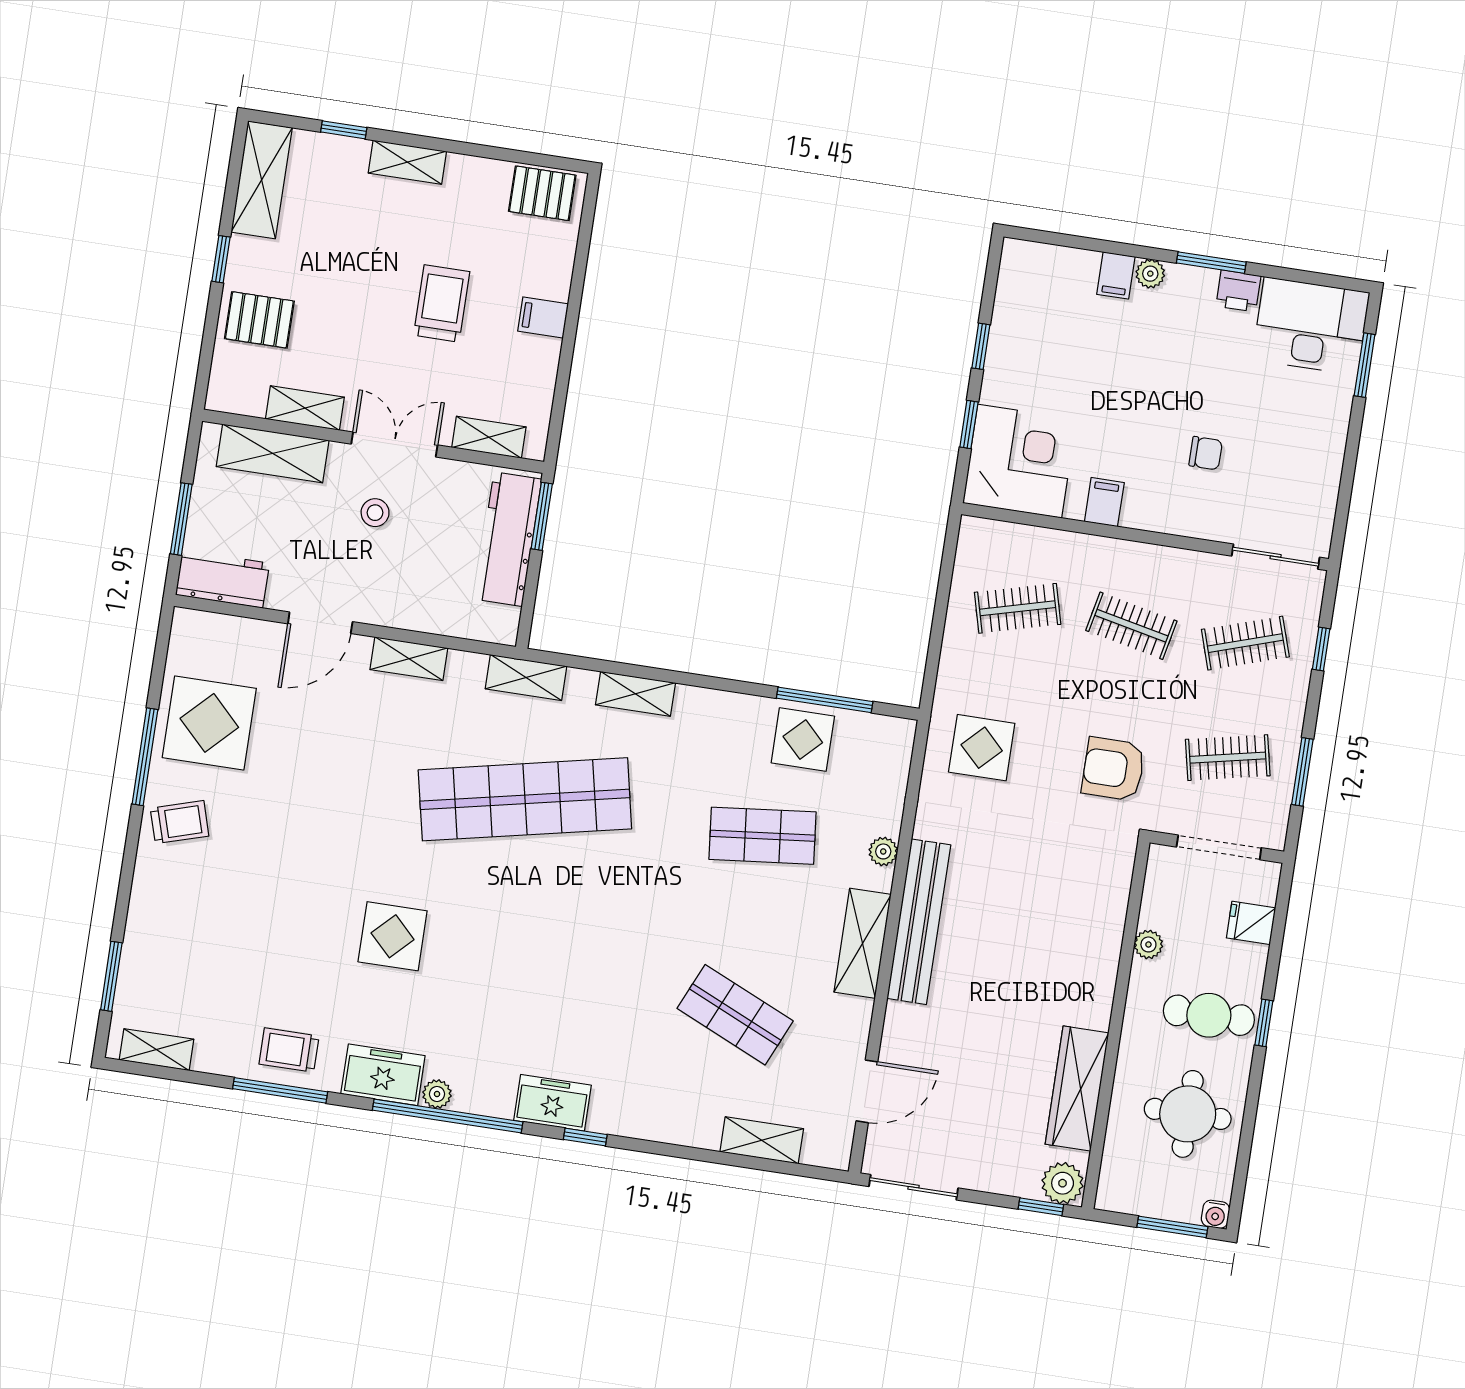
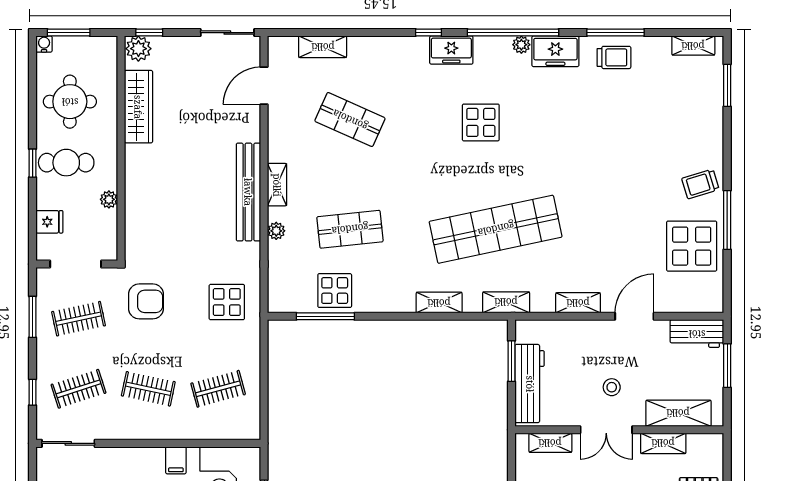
window: (542, 516) -> (511, 361), moved
display table: (393, 936) -> (481, 122), moved
shelving: (863, 943) -> (277, 185), width x0.67, depth x0.75

